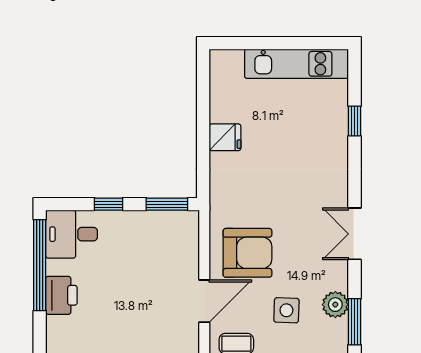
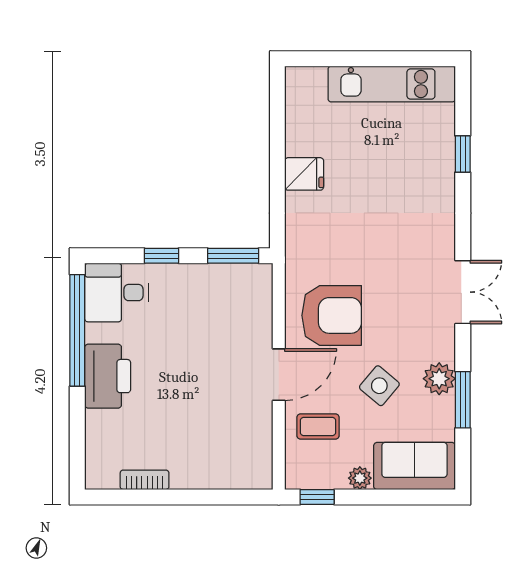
double door: (354, 234) -> (463, 292), swing flipped
printer: (61, 295) -> (108, 376), width x1.37, depth x1.19
side table: (286, 310) -> (379, 386), turned 38

